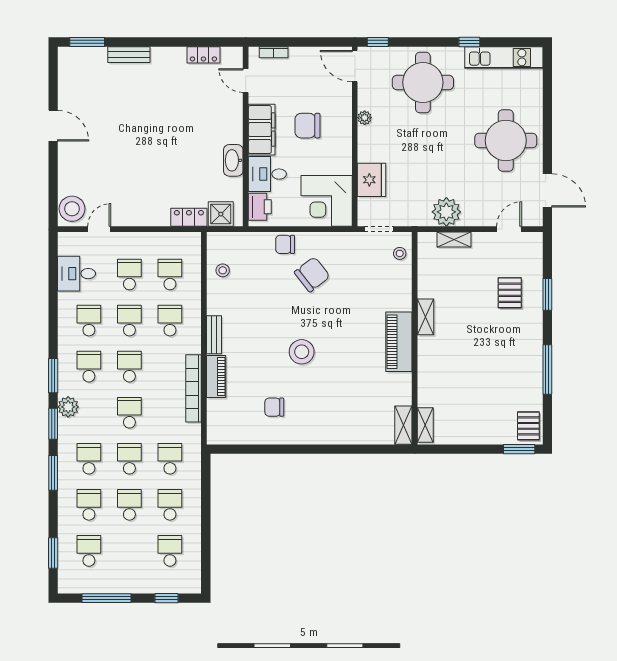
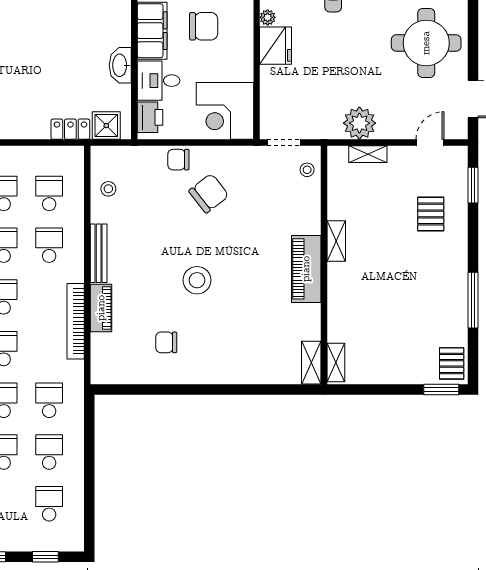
chair: (308, 126) -> (204, 26), turned 180
fridge: (372, 180) -> (276, 46), moved
window: (547, 294) -> (473, 185), moved
bench: (214, 335) -> (99, 253), width x1.36

